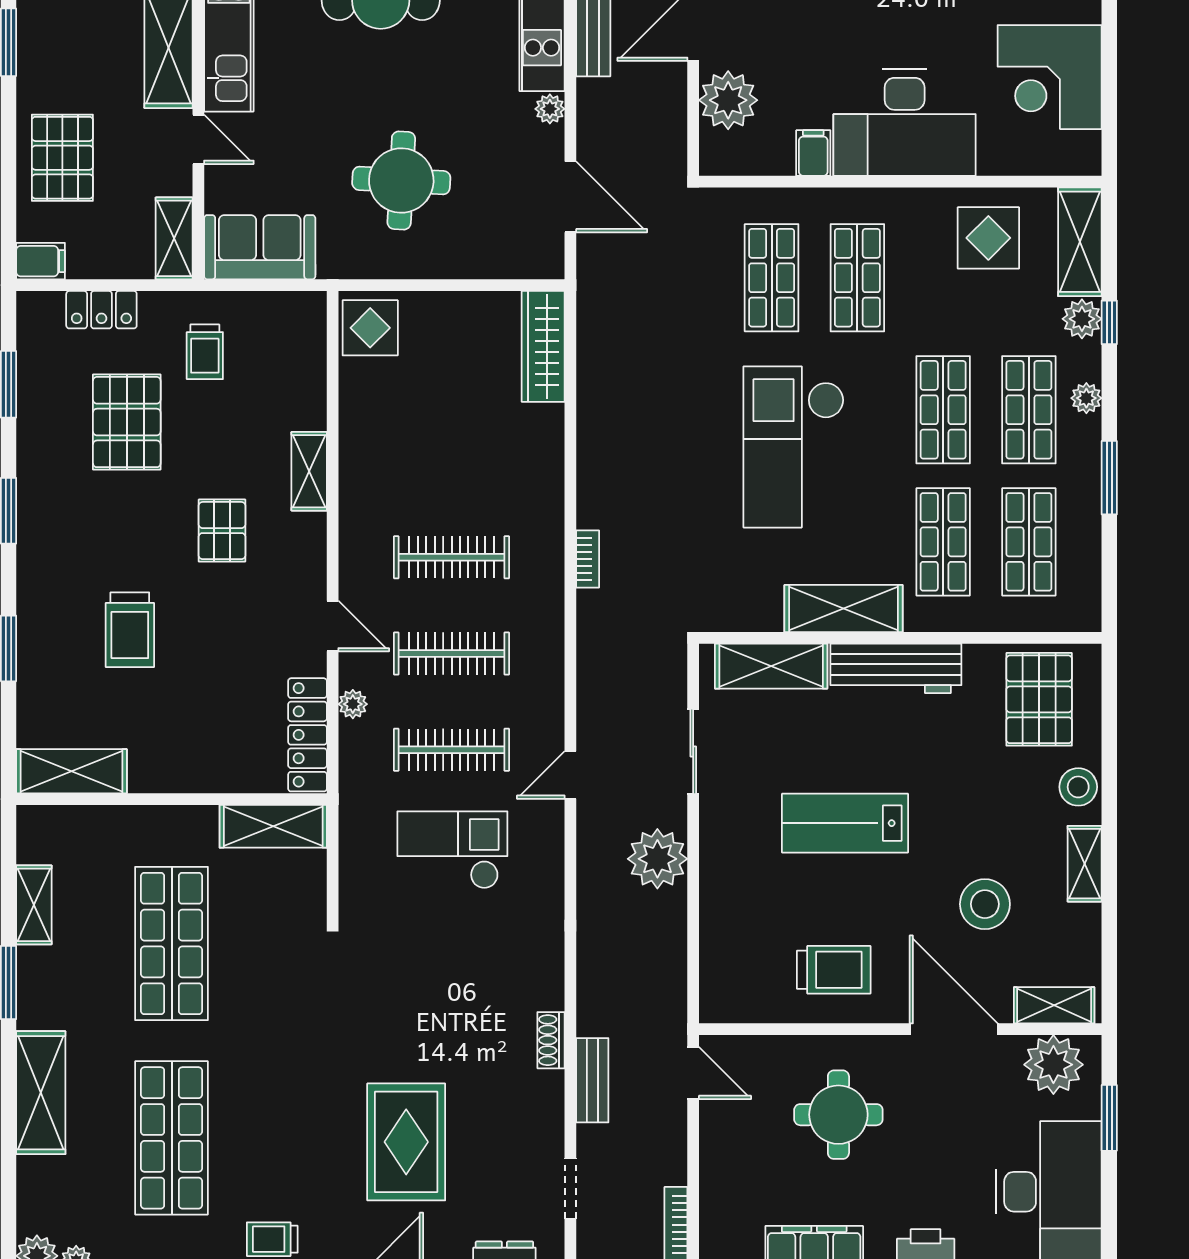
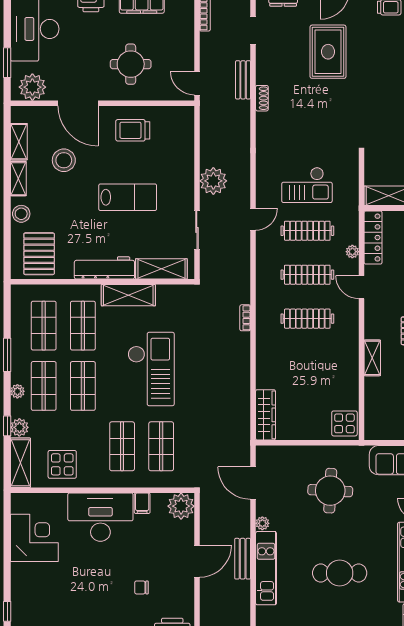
plant: (728, 100) -> (181, 506), moved
shelving: (1054, 1005) -> (19, 142), moved, turned 90

